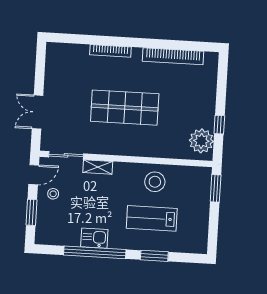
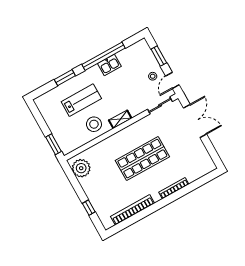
double door: (37, 112) -> (195, 121), width x1.37
window: (219, 125) -> (89, 208), moved
shelving: (98, 167) -> (120, 119), moved

